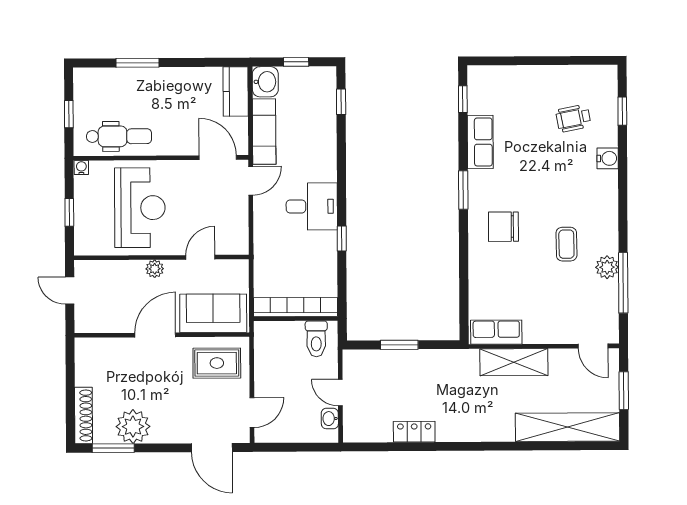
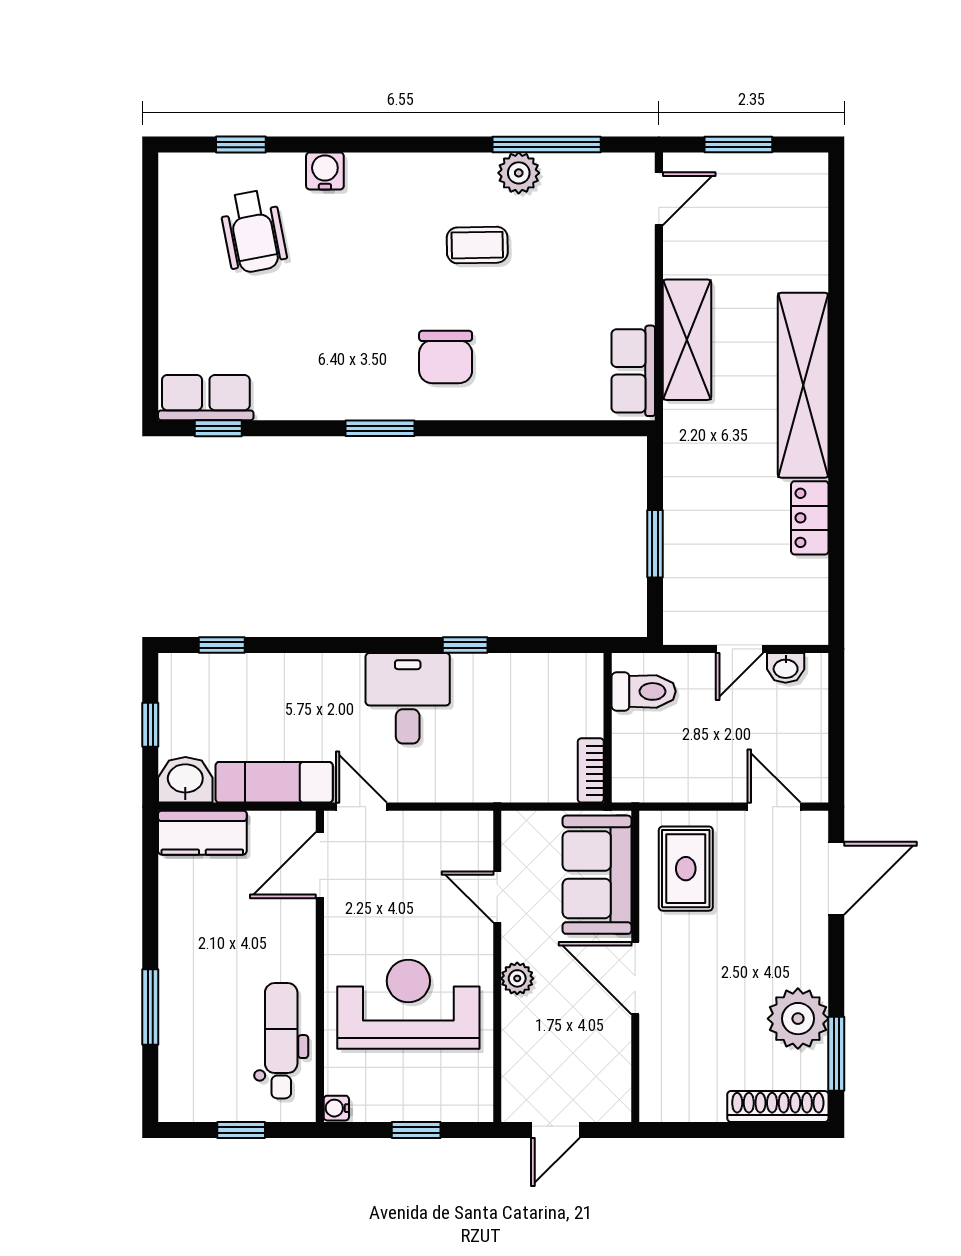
wheelchair: (573, 118) -> (253, 232), width x1.36, depth x1.37
row of seats: (480, 142) -> (206, 398), moved
bookcase: (295, 307) -> (591, 770), width x0.43, depth x0.76
shelving: (568, 427) -> (803, 385), moved

